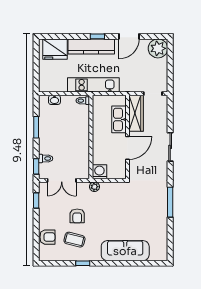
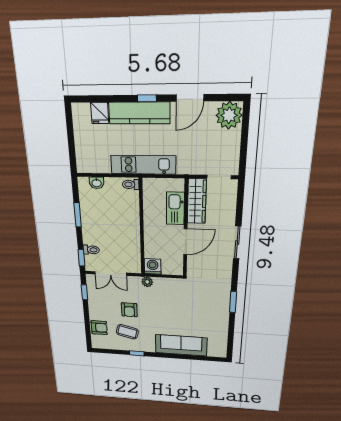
fridge: (55, 49) -> (100, 113), width x0.53, depth x0.75
window: (170, 202) -> (233, 302), width x0.69

